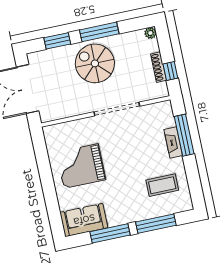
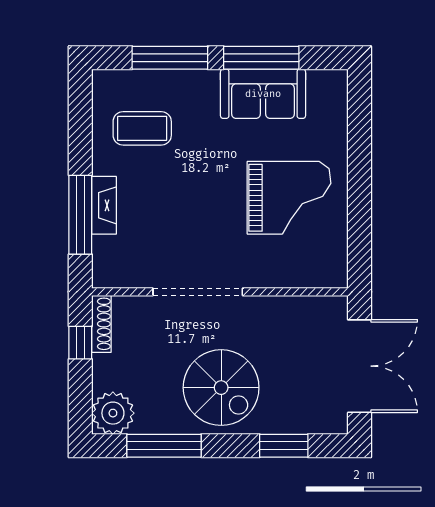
window: (99, 32) -> (164, 446), moved
plant: (150, 33) -> (113, 413), width x1.88, depth x1.88
shoe rack: (159, 67) -> (101, 324), moved
sofa: (84, 220) -> (263, 94), moved

